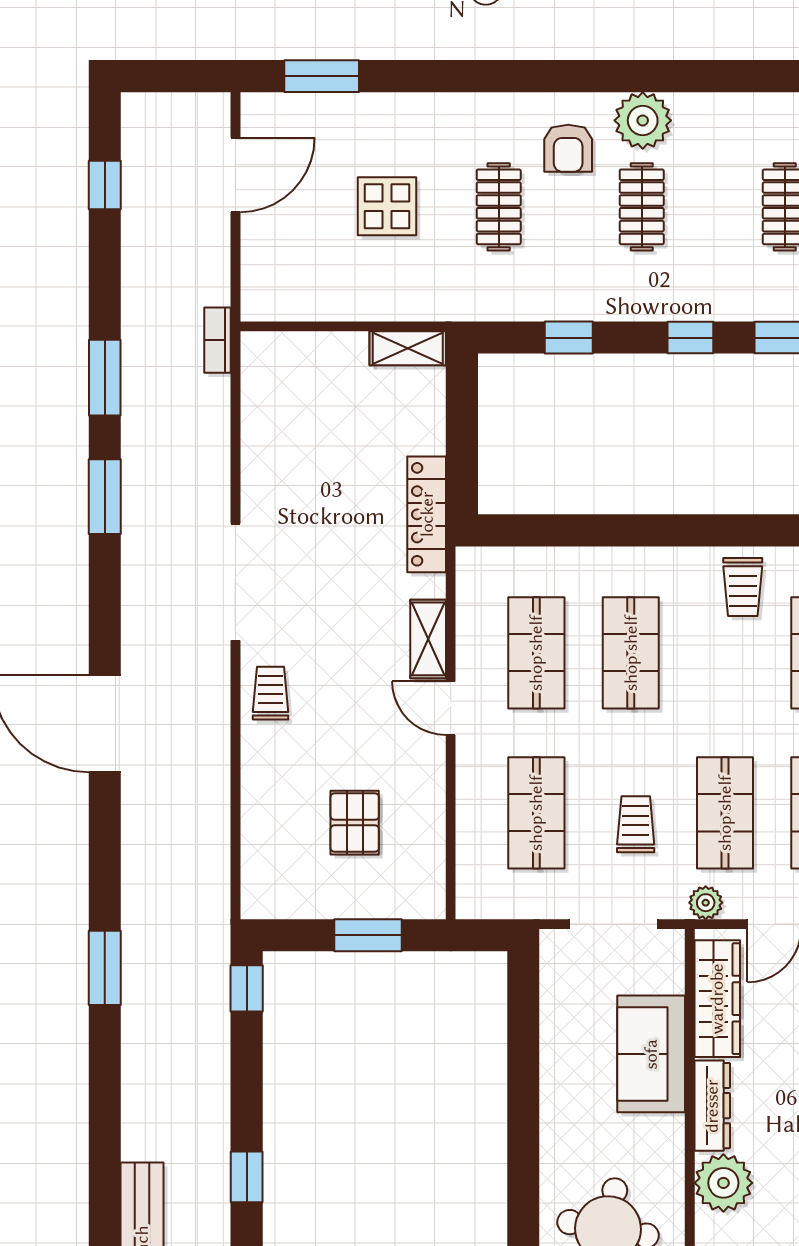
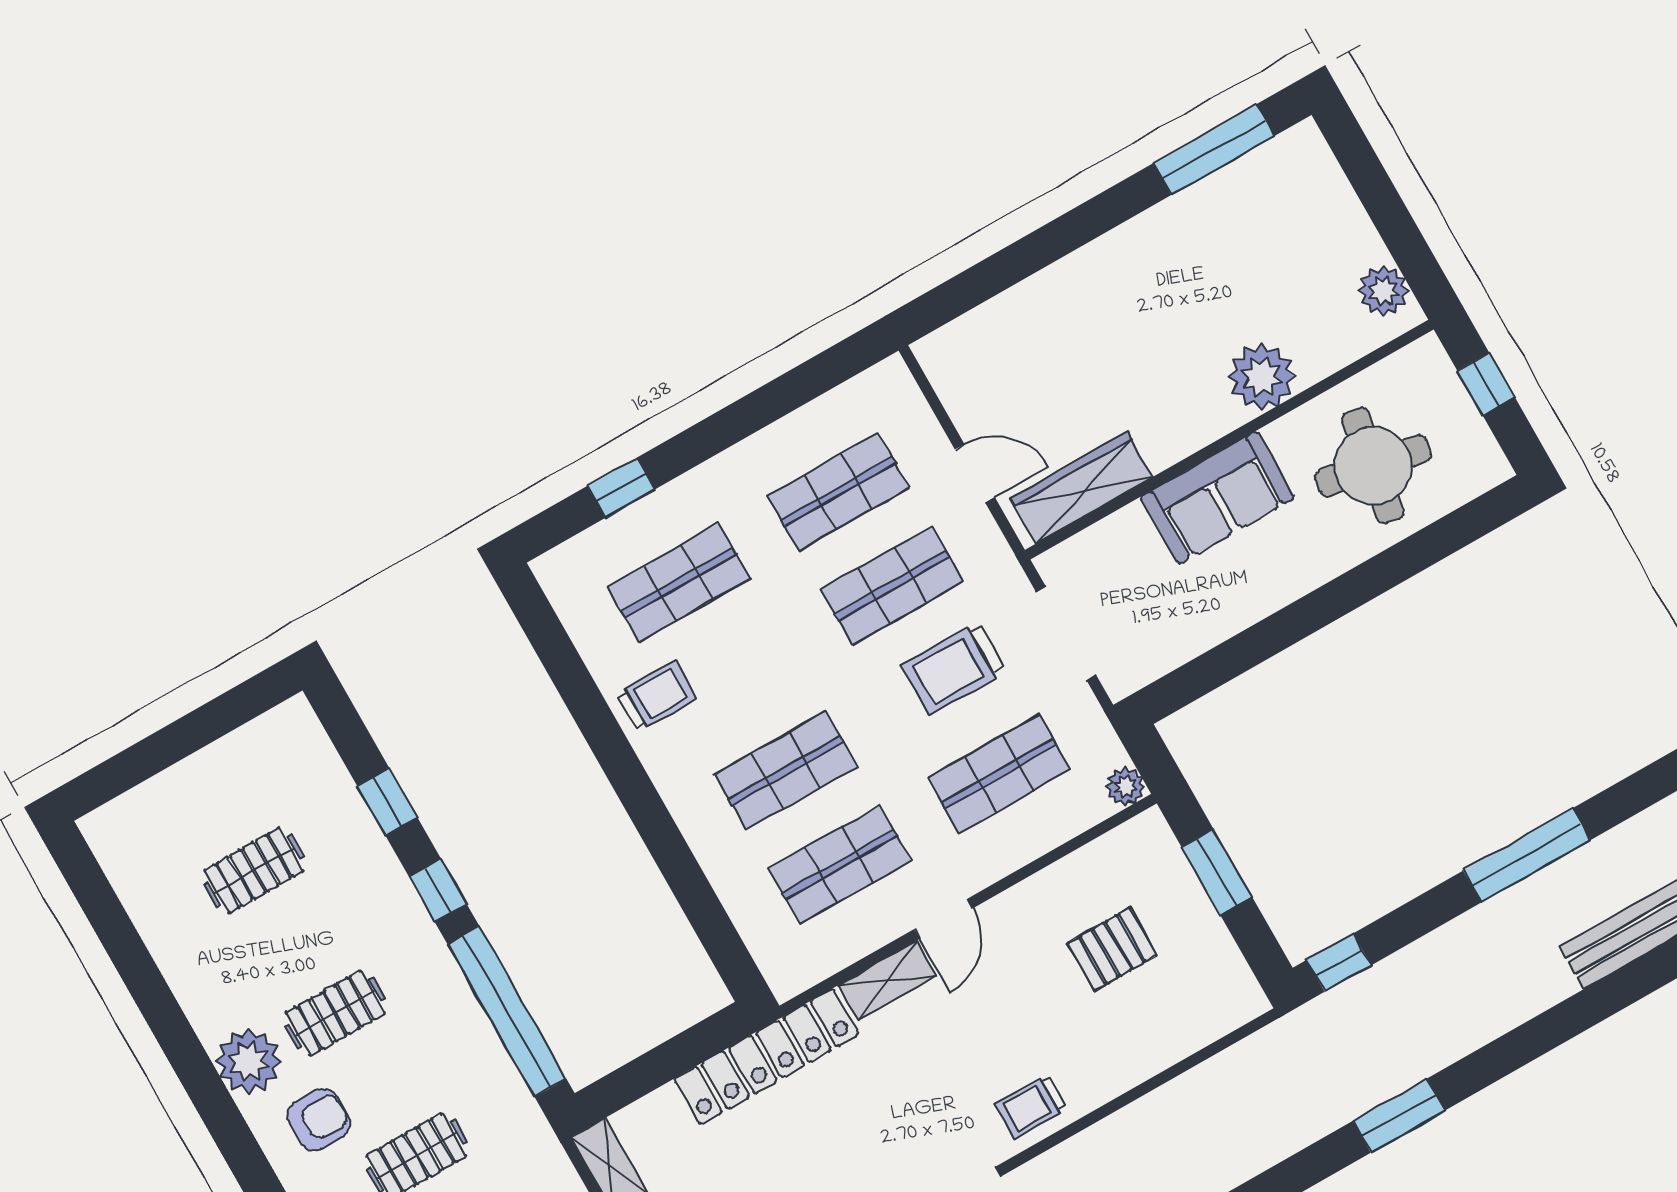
window: (569, 338) -> (507, 1012), width x3.17
locker: (427, 514) -> (766, 1057), width x1.41, depth x1.21
trolley: (636, 824) -> (954, 668), width x1.36, depth x1.39
plant: (706, 903) -> (1125, 787), moved
sofa: (651, 1054) -> (1217, 497), moved
dresser: (712, 1106) -> (1191, 432), removed
window: (247, 1177) -> (1527, 855), width x2.17

